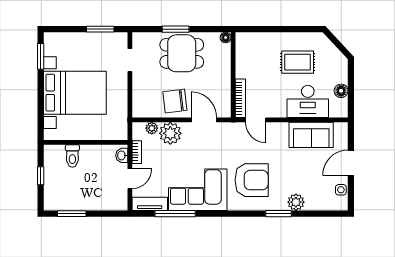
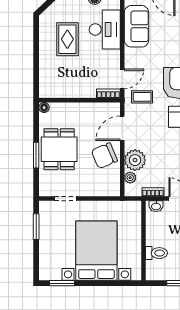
bookcase: (240, 98) -> (108, 93), width x0.64
chair: (175, 101) -> (104, 156), turned 74
coffee table: (237, 141) -> (142, 97), added

